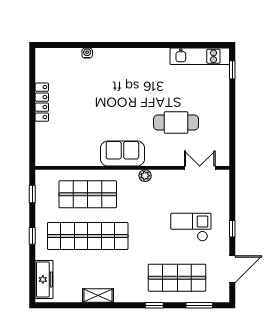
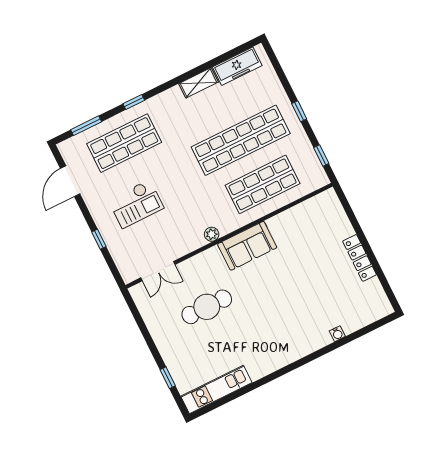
window: (232, 70) -> (168, 378), moved
window: (232, 229) -> (99, 239), moved
freezer: (44, 279) -> (237, 66), moved, turned -90

